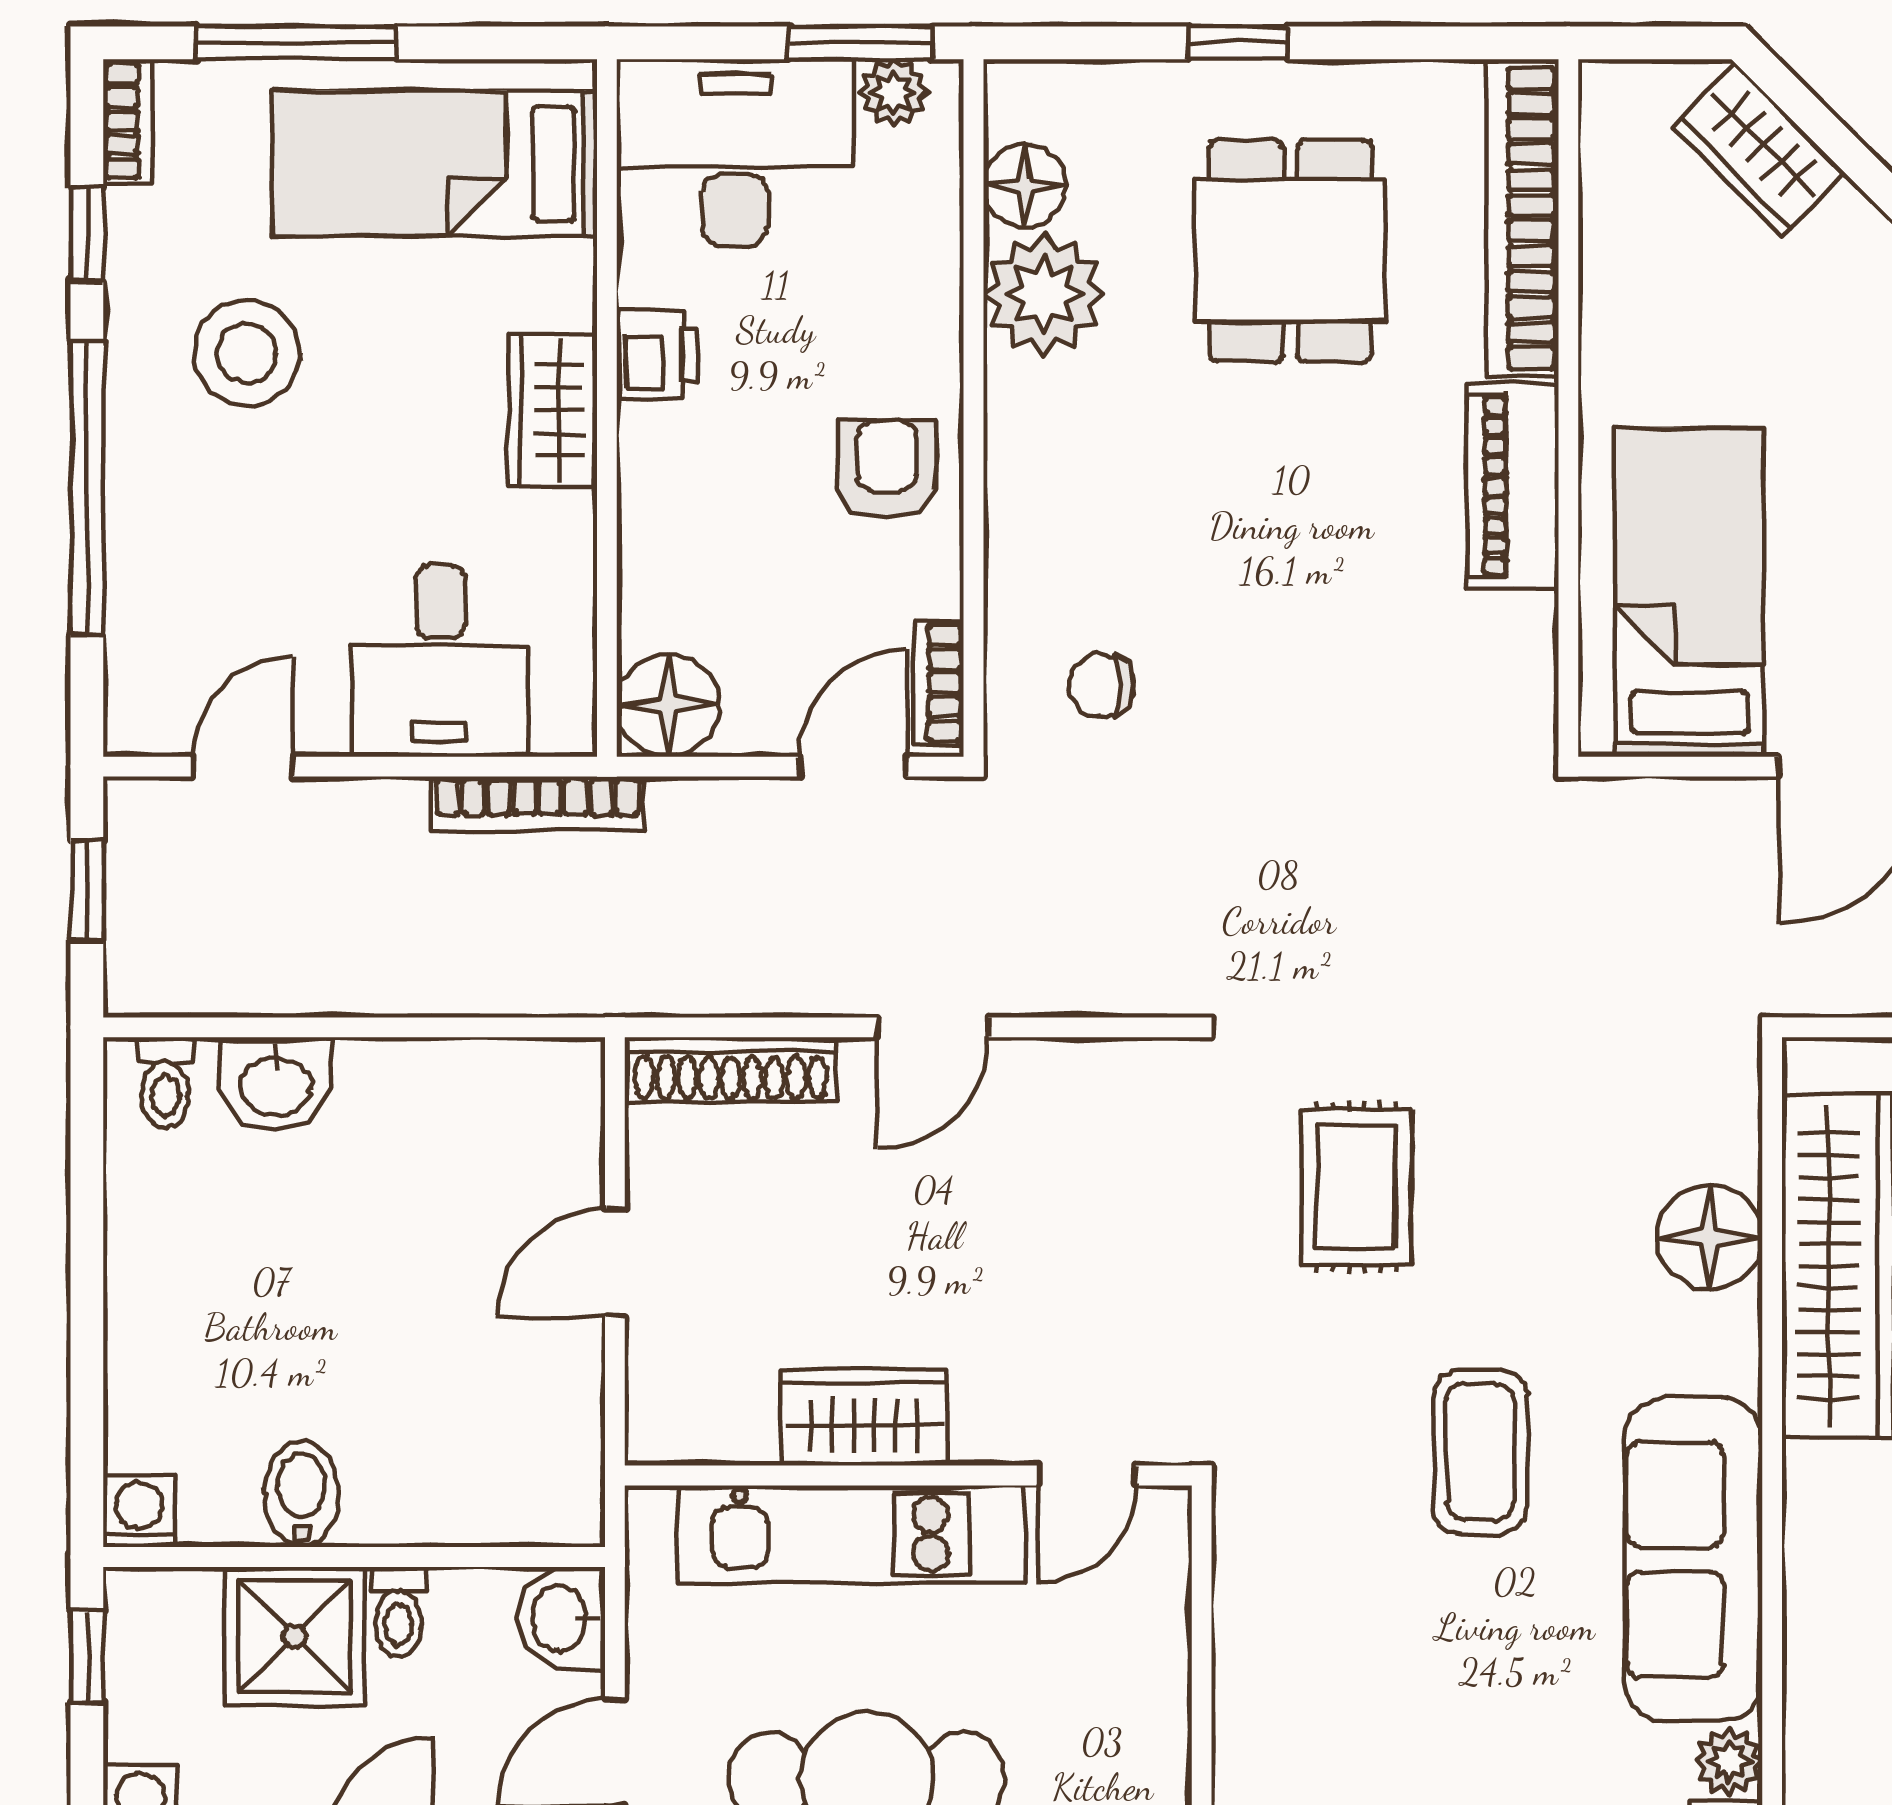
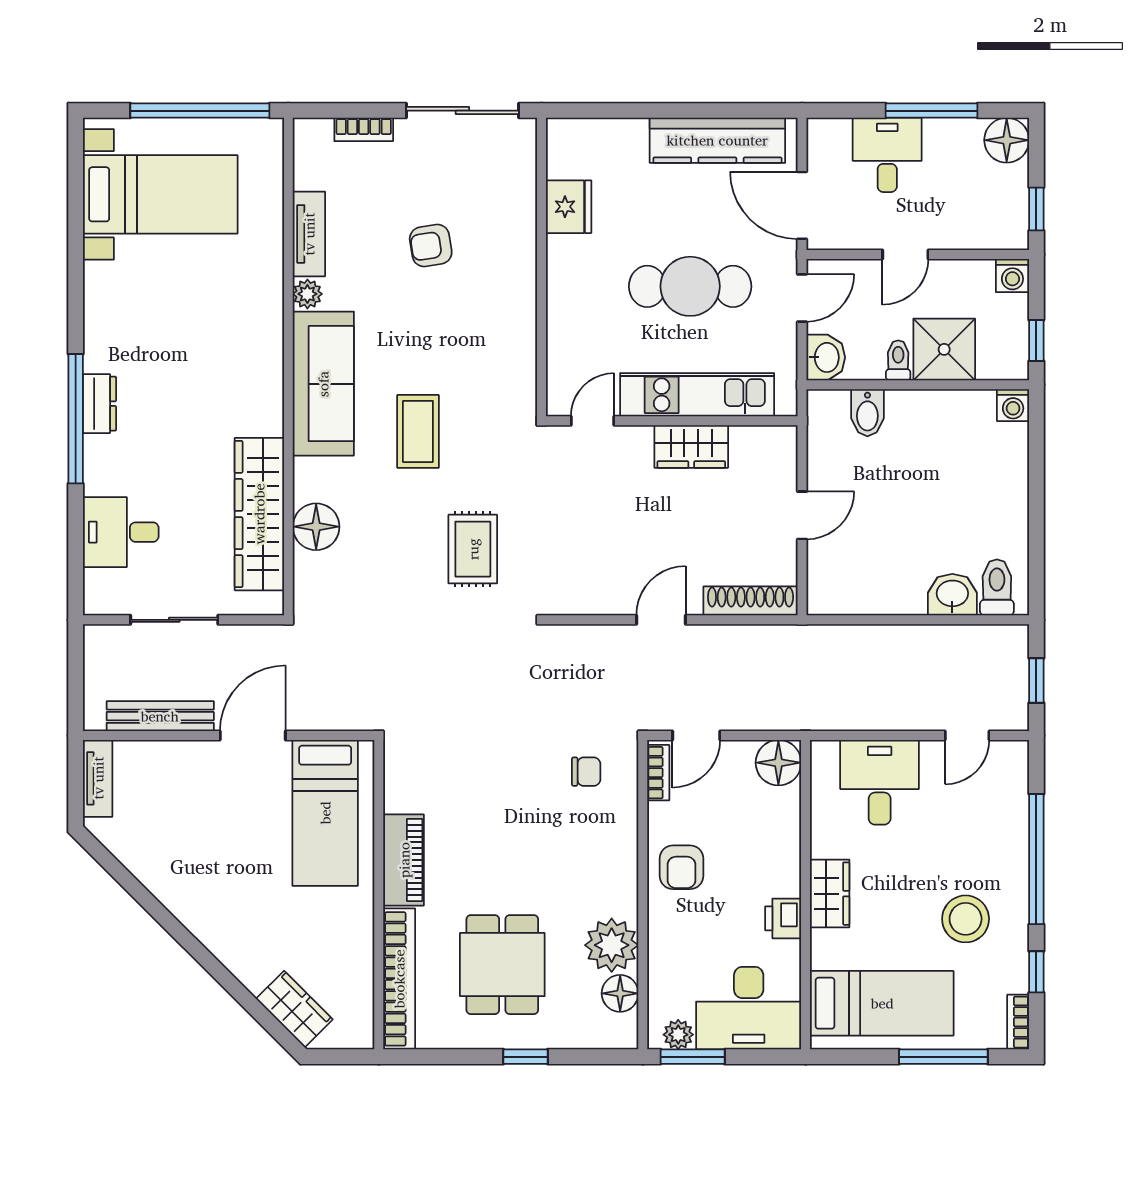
bookcase: (537, 804) -> (836, 719), removed
toilet: (165, 1083) -> (997, 587), width x1.37, depth x1.39
bidet: (302, 1494) -> (867, 413), moved

